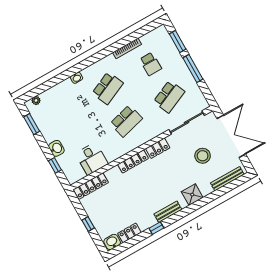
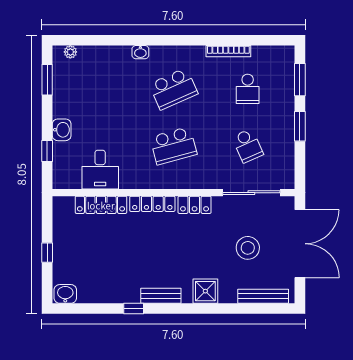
window: (193, 68) -> (300, 126), width x0.69
school desk: (169, 97) -> (248, 146), width x0.54
locker: (91, 186) -> (101, 205), moved
locker: (129, 233) -> (95, 295), removed

